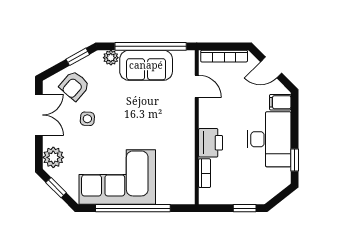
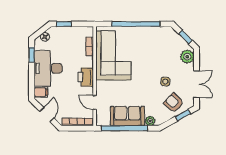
window: (78, 57) -> (183, 115), moved
door: (271, 67) -> (47, 115), hinge flipped
armchair: (74, 86) -> (174, 103), turned -87
double door: (39, 115) -> (196, 84), swing flipped
printer: (211, 143) -> (86, 77), moved
corner sofa: (117, 177) -> (113, 55), moved, turned -90
floor lamp: (274, 188) -> (45, 37), added

